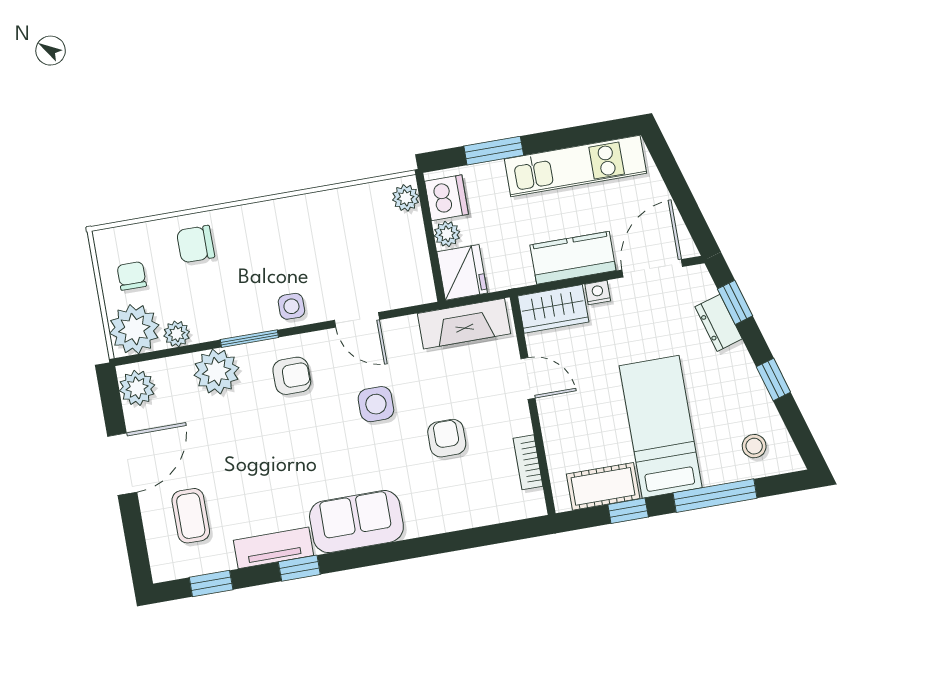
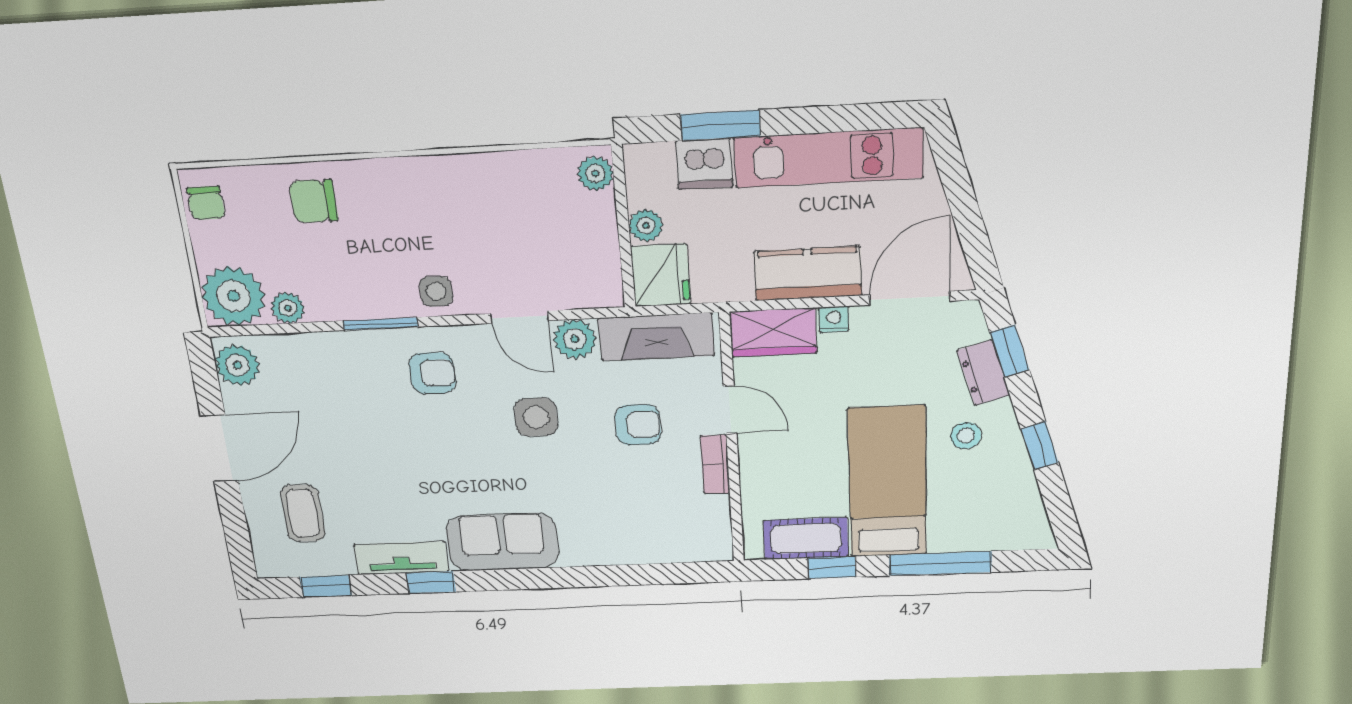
dishwasher: (446, 198) -> (704, 164), moved, turned 90
chair: (132, 276) -> (206, 203), moved, turned 180
plant: (216, 372) -> (575, 339), moved, width x0.73, depth x0.73
armchair: (447, 438) -> (638, 425), moved, turned 90
stool: (754, 446) -> (966, 436), moved
bookcase: (528, 462) -> (715, 465), moved

